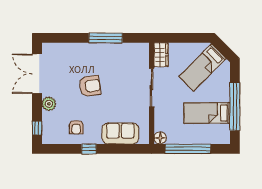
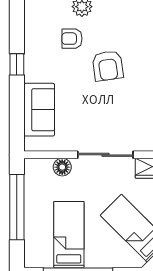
armchair: (76, 127) -> (72, 39), moved
floor lamp: (160, 138) -> (62, 167), moved

